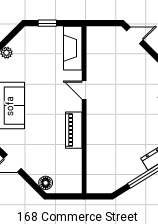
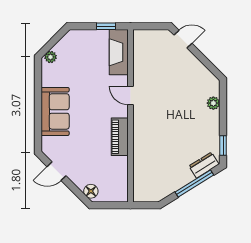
window: (47, 23) -> (106, 26), moved

